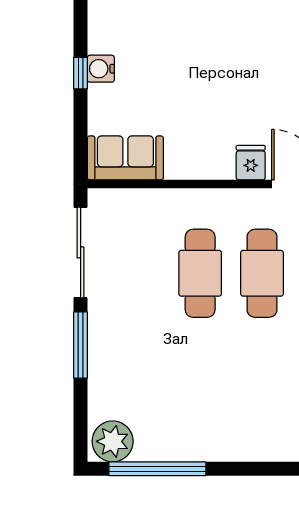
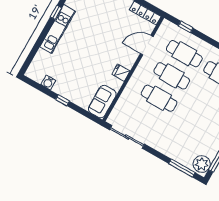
water cooler: (101, 69) -> (48, 83), moved
fridge: (251, 163) -> (121, 73), moved
window: (81, 345) -> (182, 168), moved

